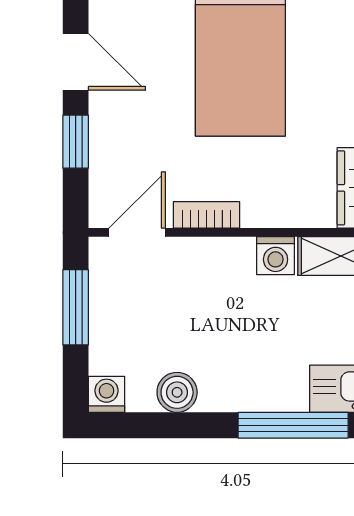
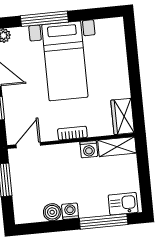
bookcase: (206, 215) -> (72, 133), moved
washing machine: (106, 394) -> (70, 211), moved

